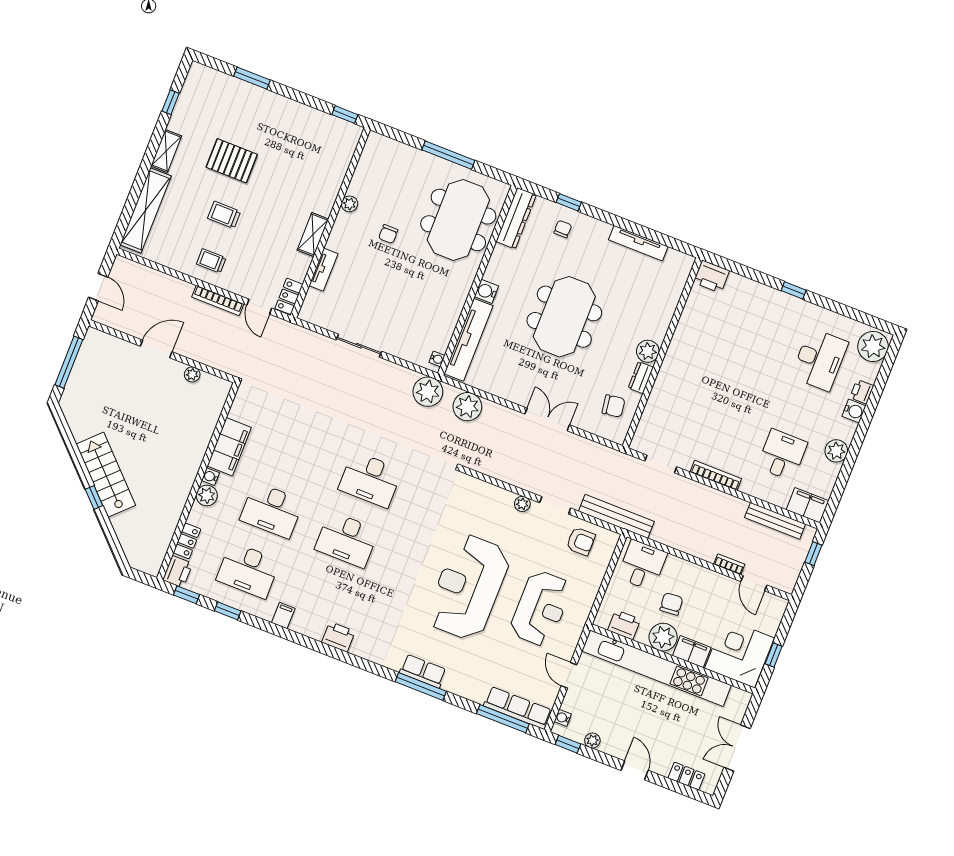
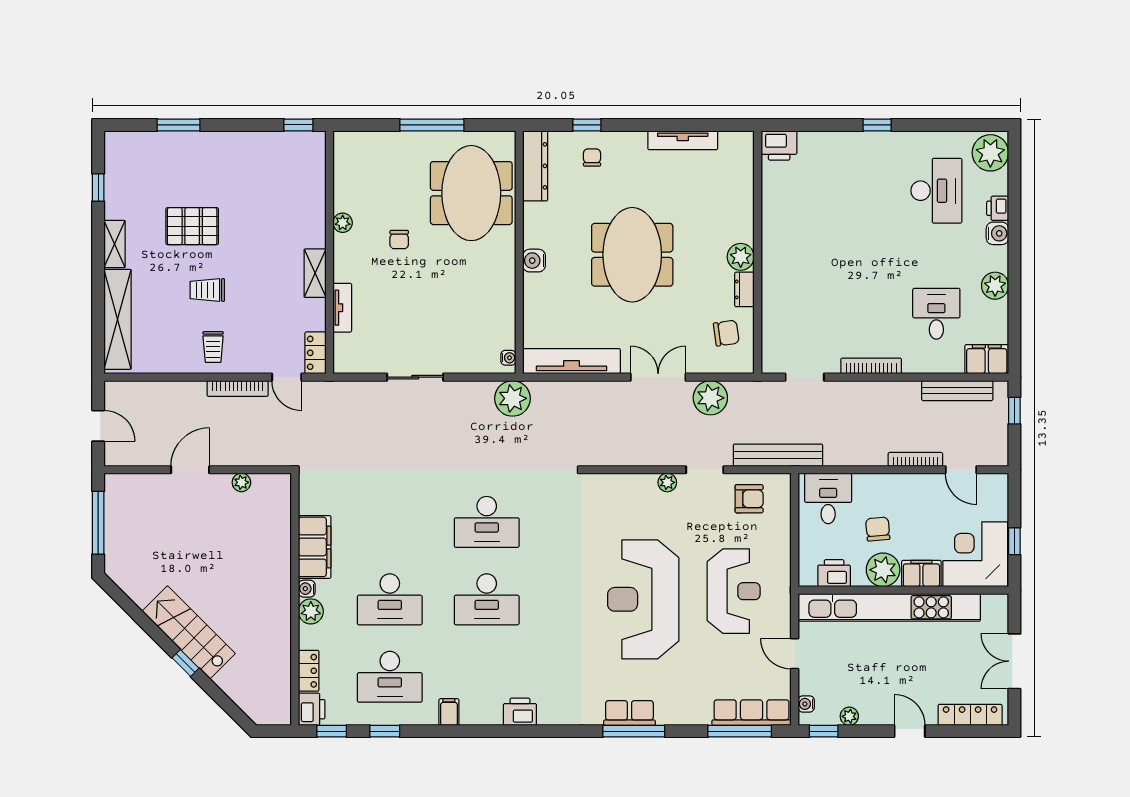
trolley: (211, 261) -> (213, 347), turned -90
tv unit: (468, 340) -> (572, 361), moved, turned -90
plant: (467, 407) -> (710, 398), moved
bookcase: (729, 564) -> (915, 459), width x1.56
locker: (686, 776) -> (970, 715), width x1.53

